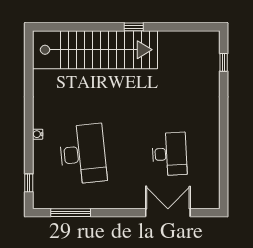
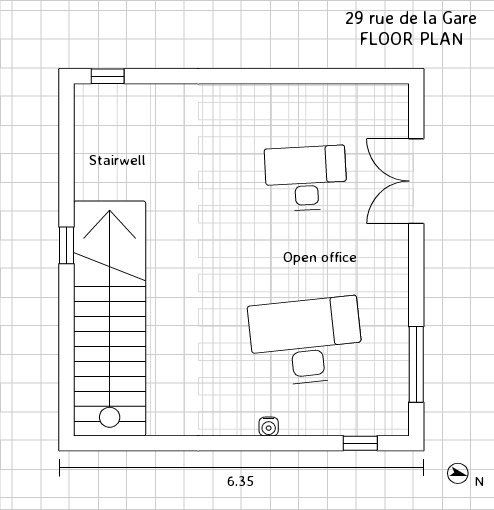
window: (224, 62) -> (108, 76), moved

